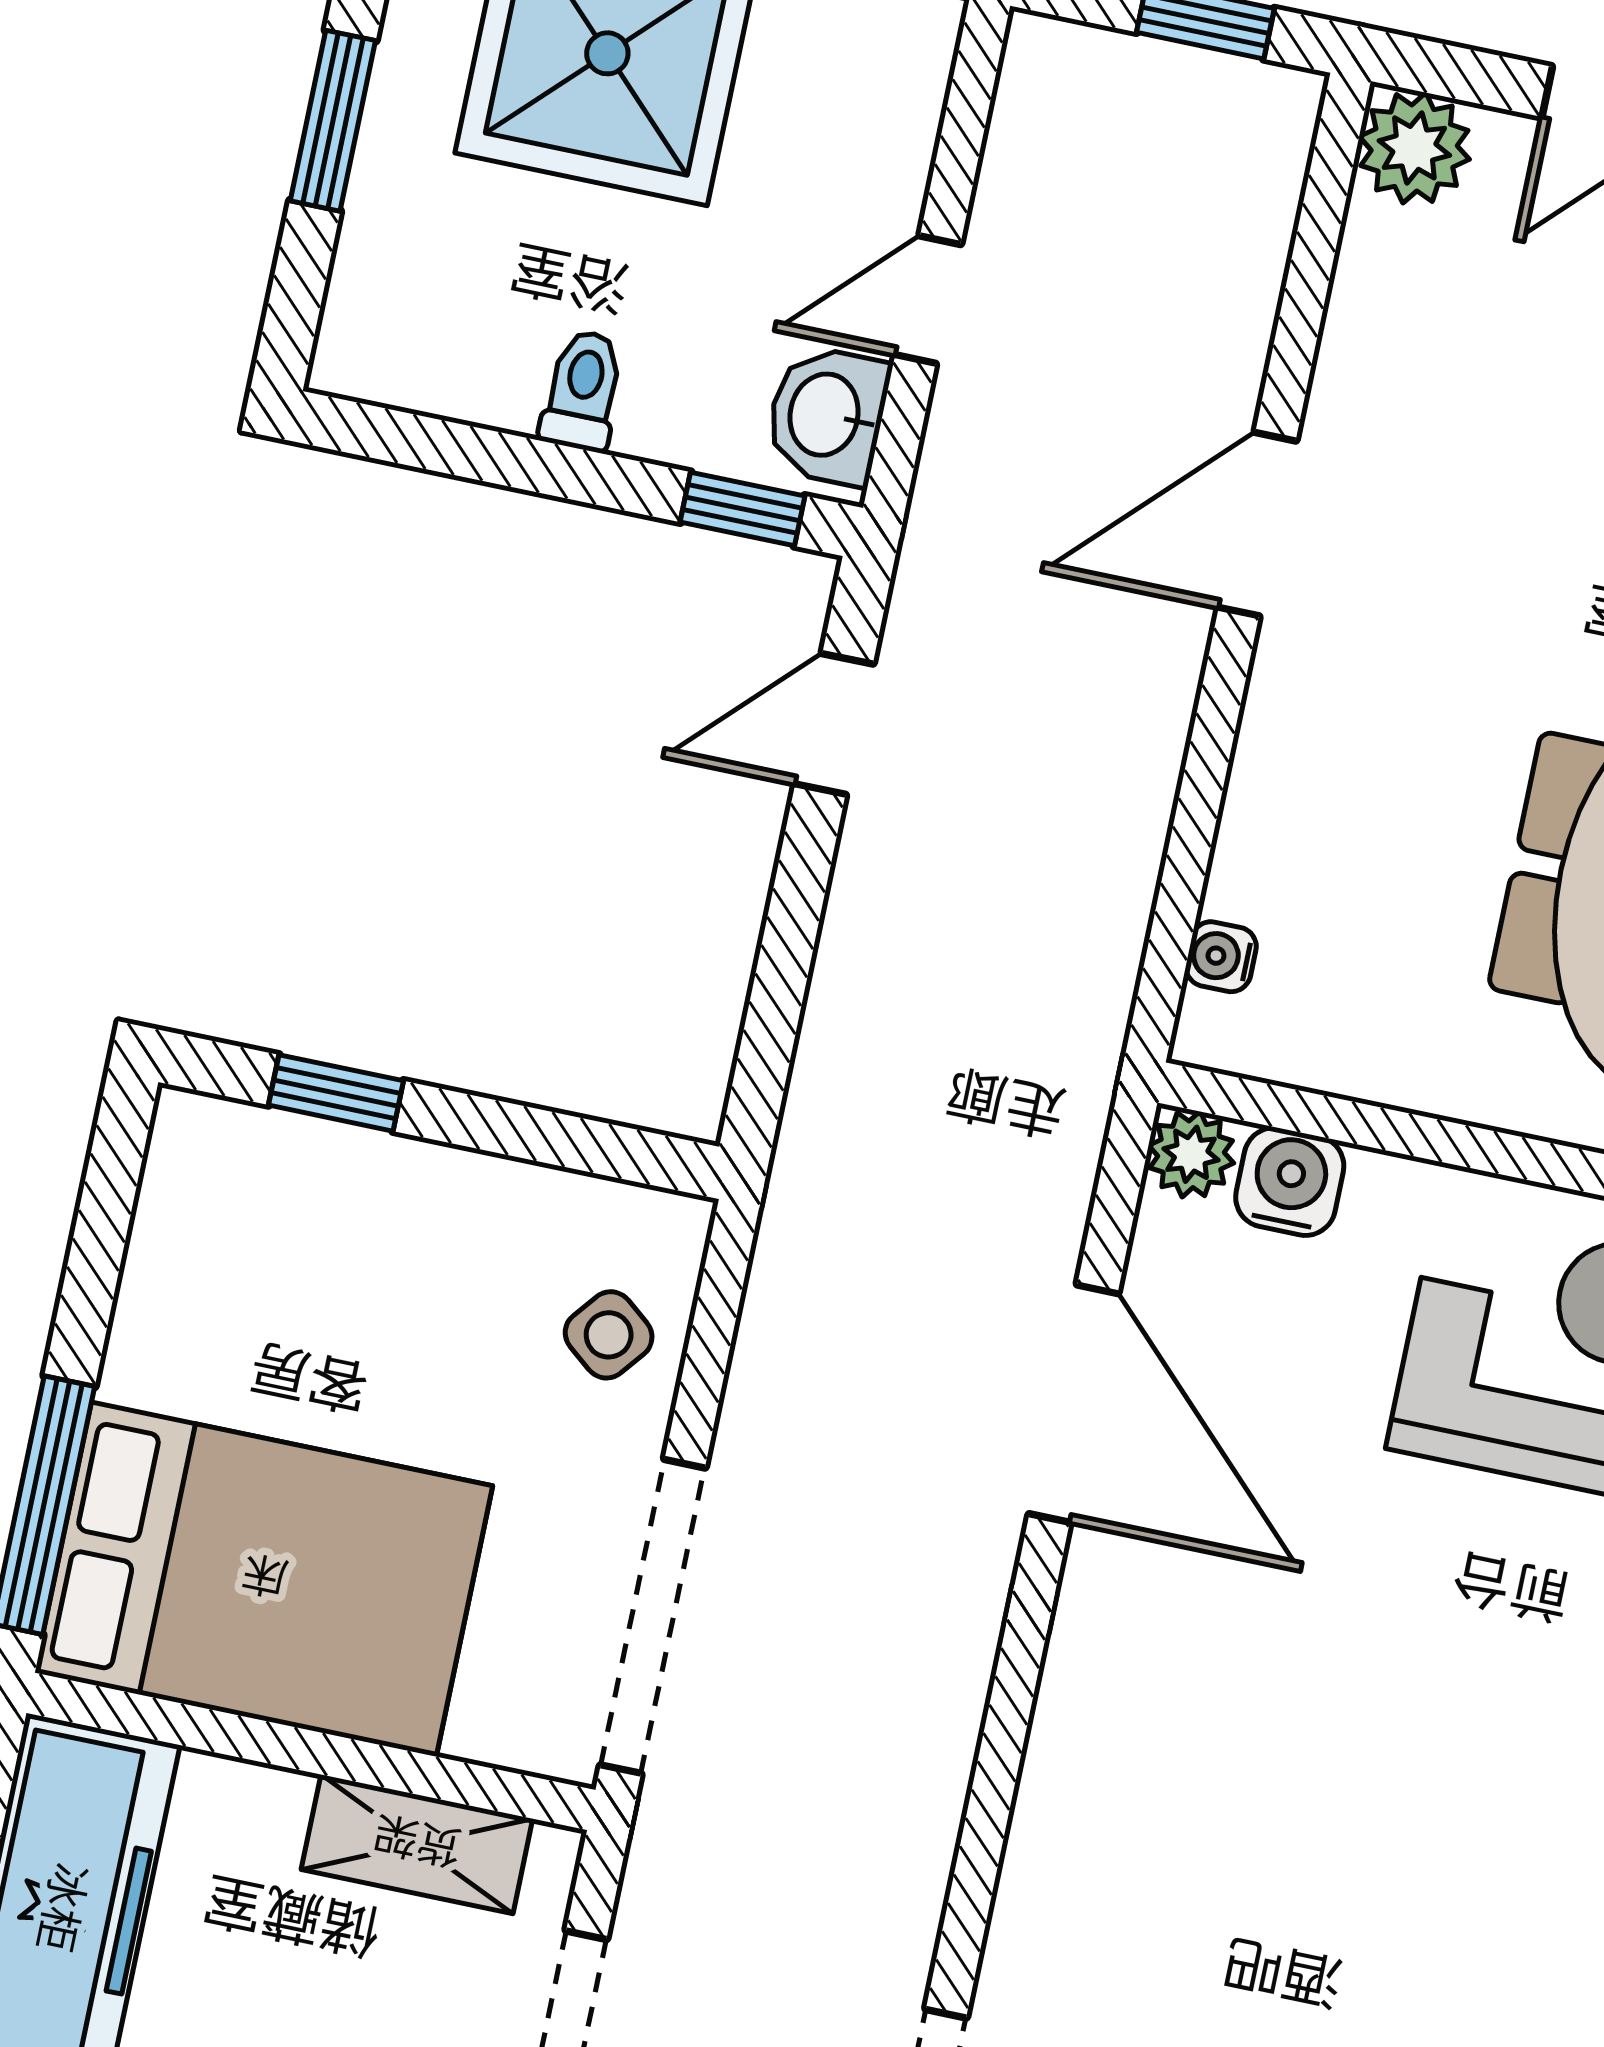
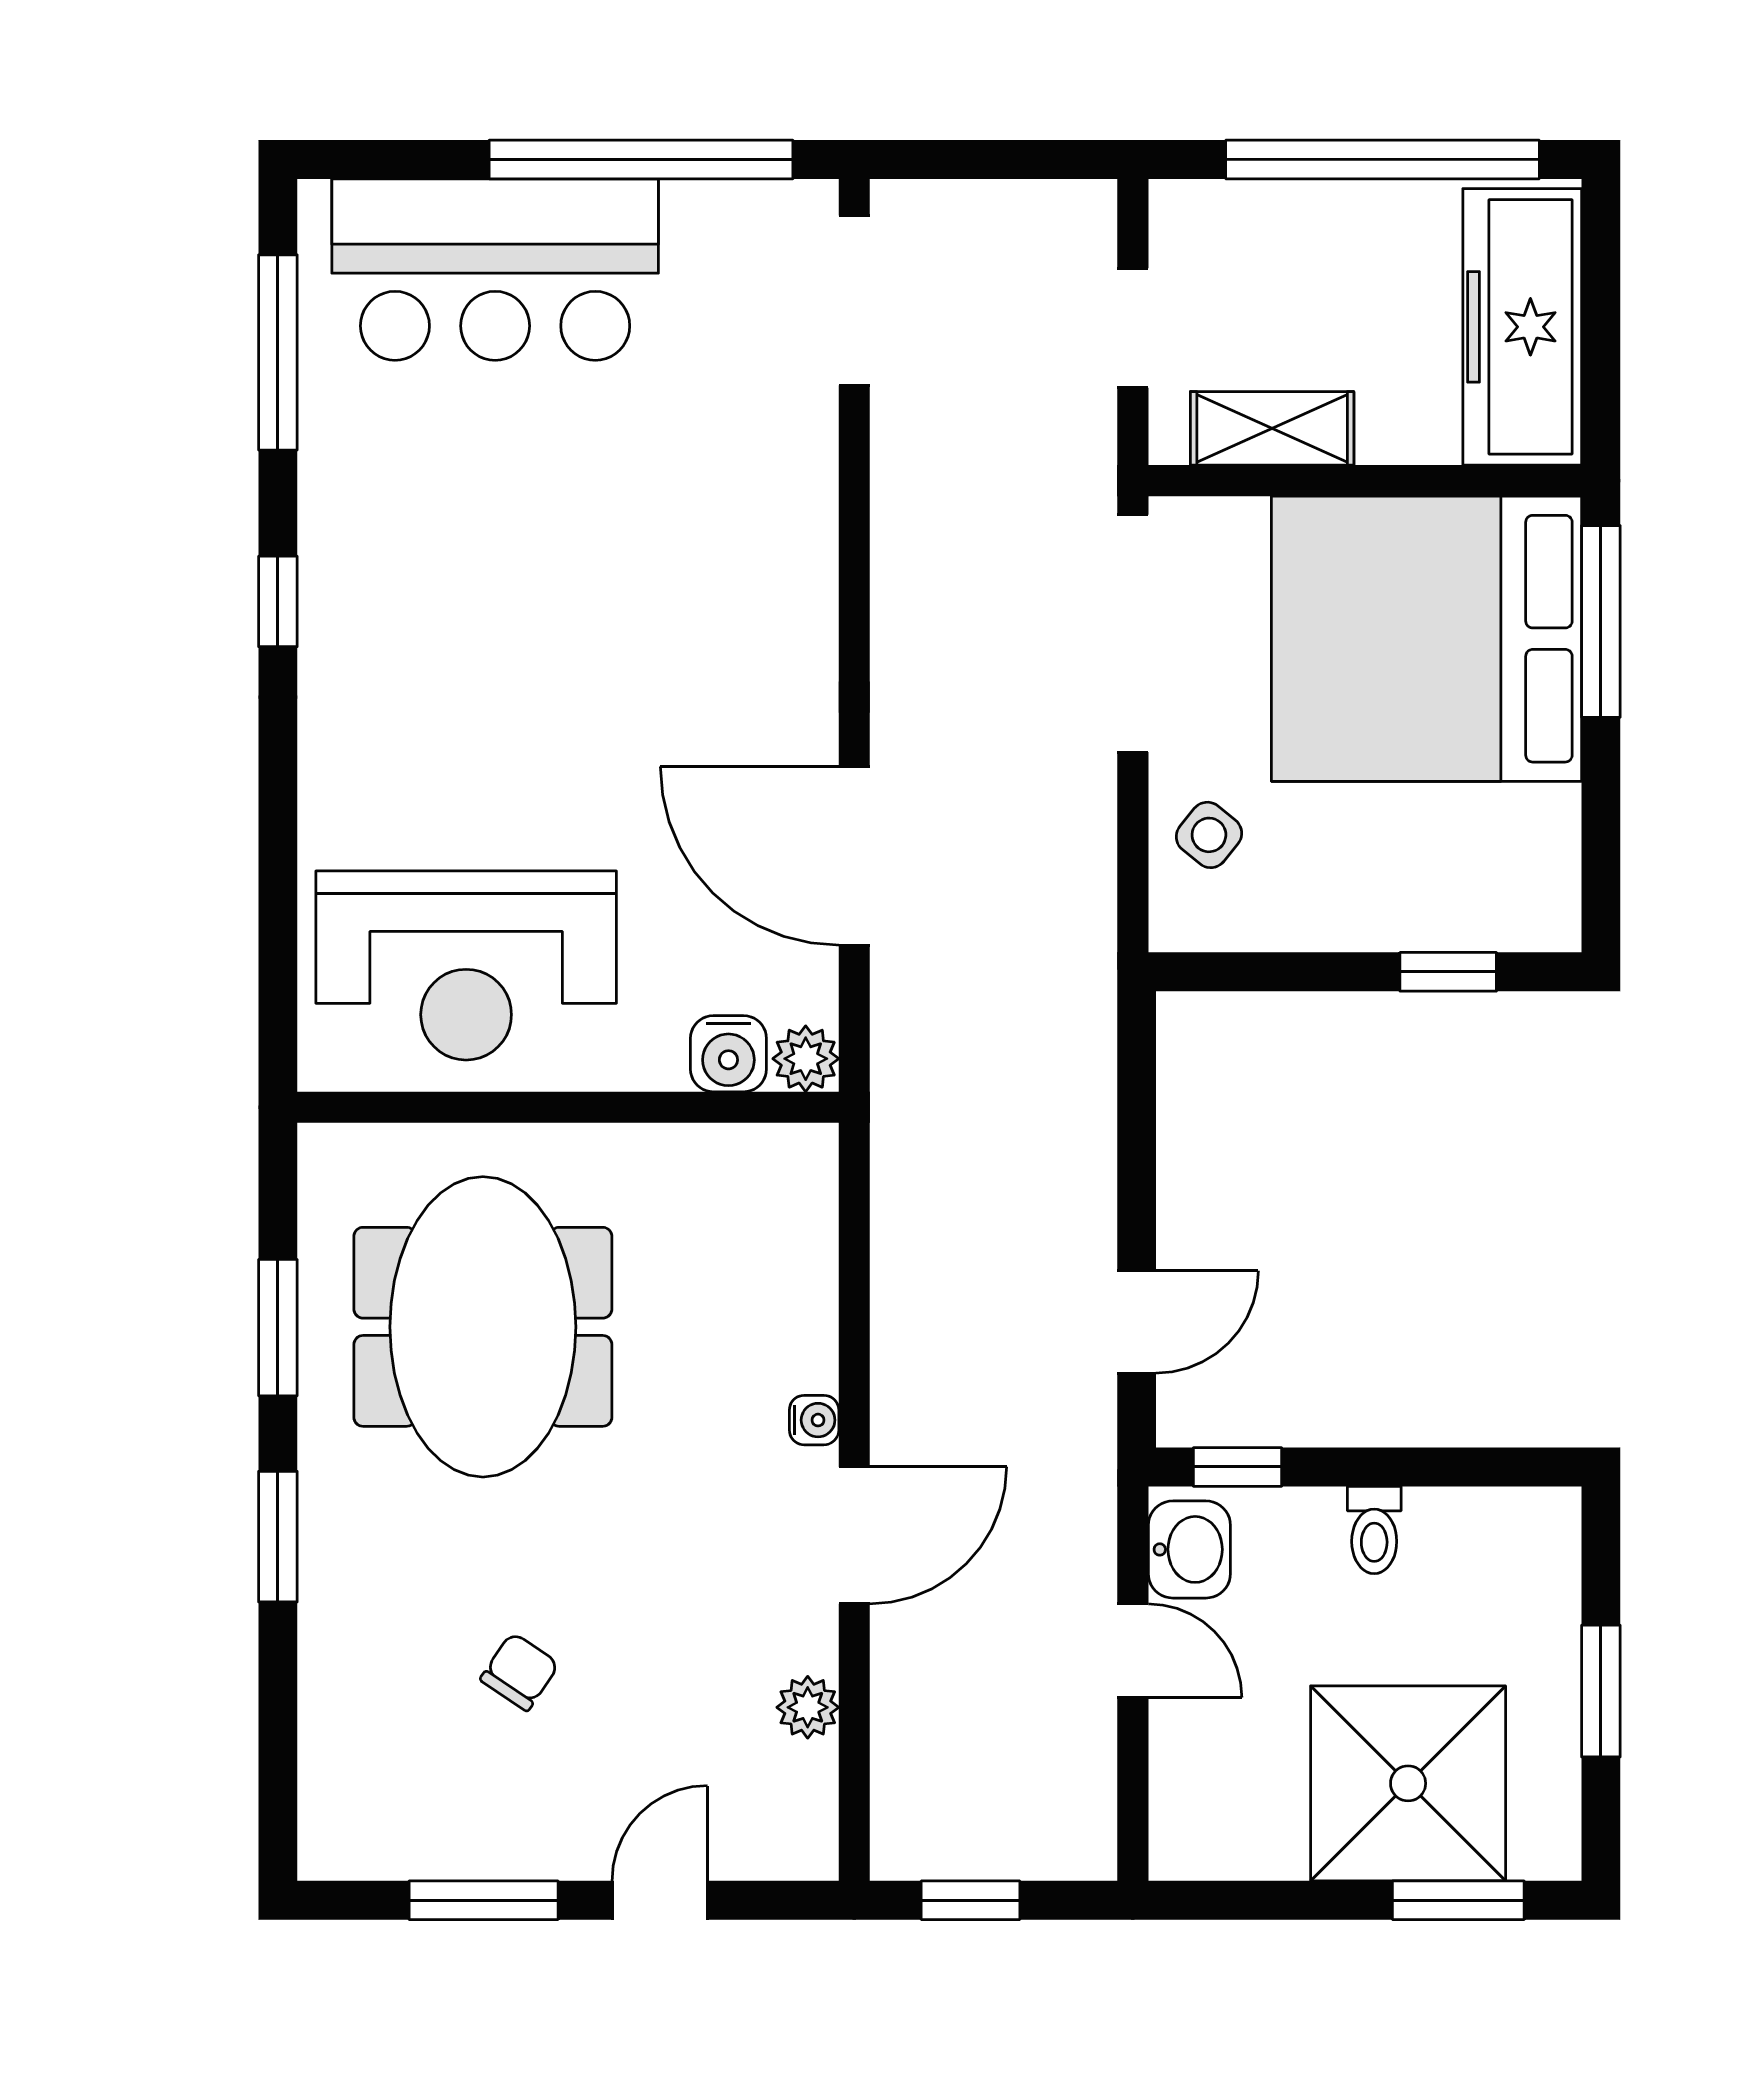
plant: (1414, 148) -> (808, 1707), moved, width x0.73, depth x0.73
door: (928, 300) -> (1133, 1651), hinge flipped
water cooler: (1221, 957) -> (814, 1420), moved
bed: (264, 1579) -> (1426, 639), width x1.36

